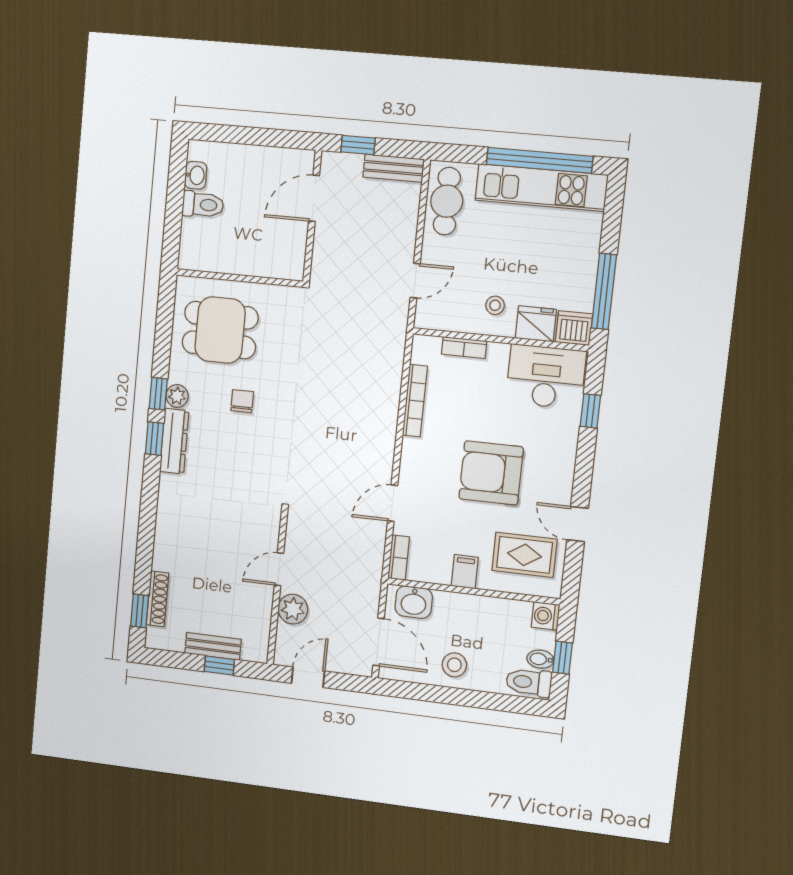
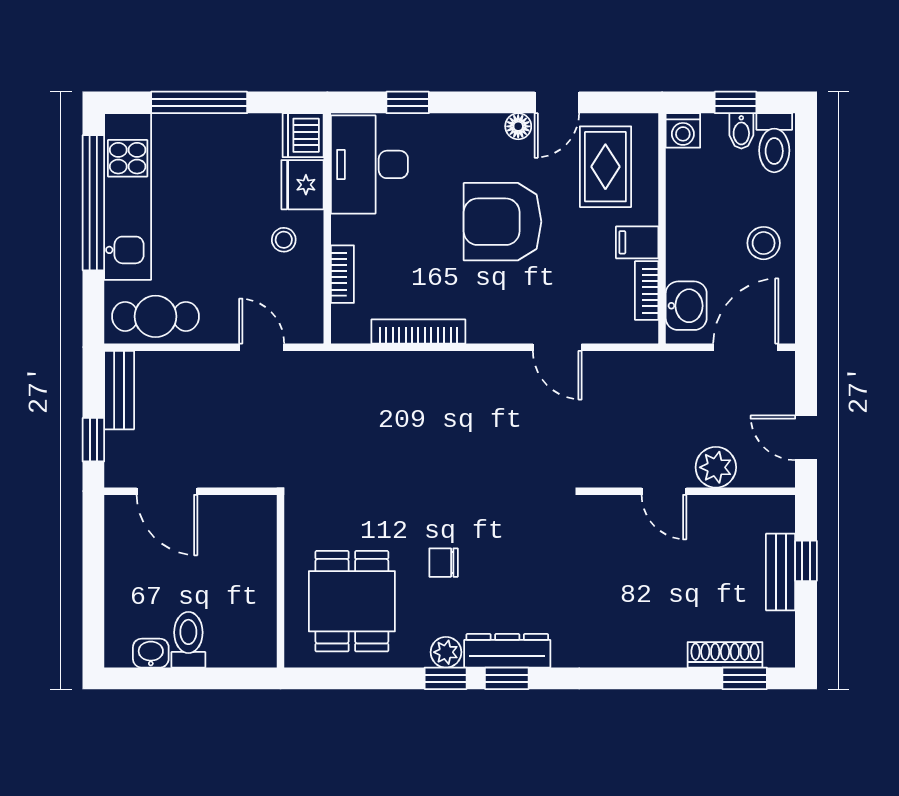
window: (604, 291) -> (199, 102), moved
armchair: (491, 473) -> (502, 222), turned 90
floor lamp: (563, 493) -> (518, 126), added
bookcase: (399, 558) -> (647, 291), moved, turned -90

